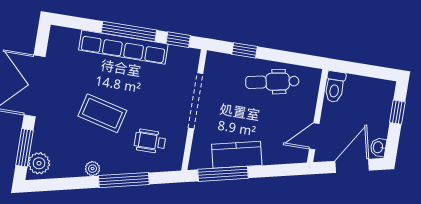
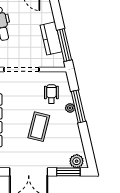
wheelchair: (150, 141) -> (51, 94), turned 180
plant: (93, 169) -> (70, 108), moved

